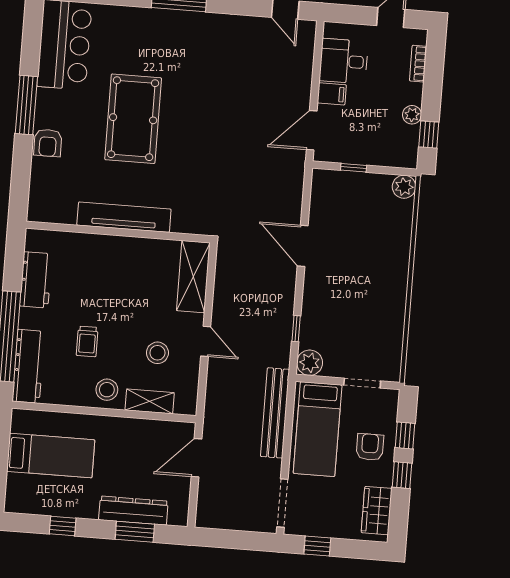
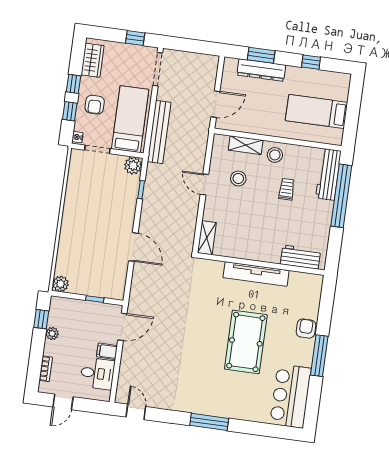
shelving: (193, 277) -> (207, 238), width x0.67, depth x0.75
workbench: (36, 280) -> (301, 257), moved, turned 90
nightstand: (392, 399) -> (77, 137), added

